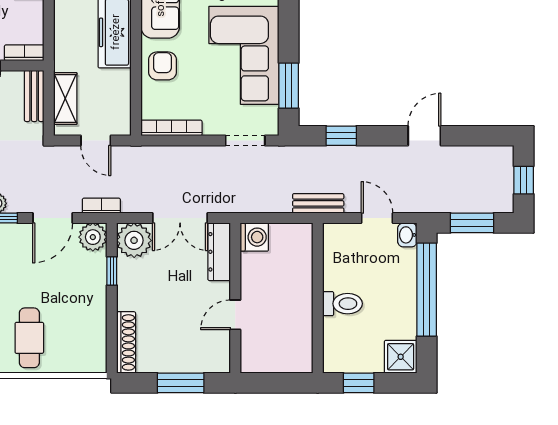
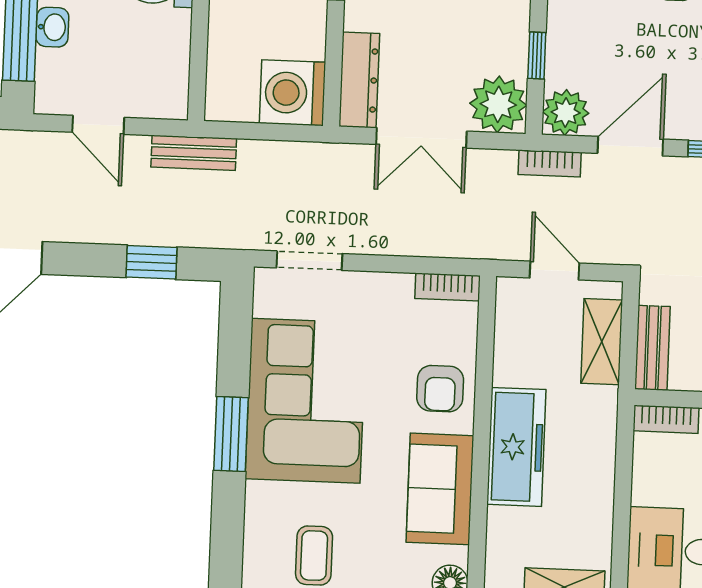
window: (289, 86) -> (231, 434), moved
bookcase: (171, 128) -> (448, 287), width x0.64
double door: (180, 218) -> (421, 138), swing flipped
washbasin: (407, 235) -> (52, 27), moved
washing machine: (254, 237) -> (292, 93), width x1.37, depth x1.37

